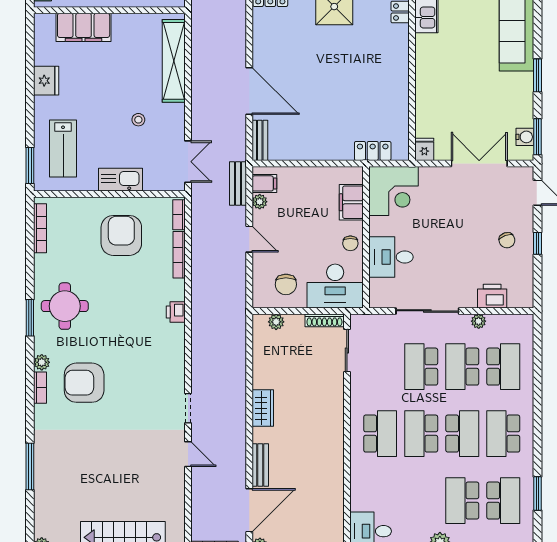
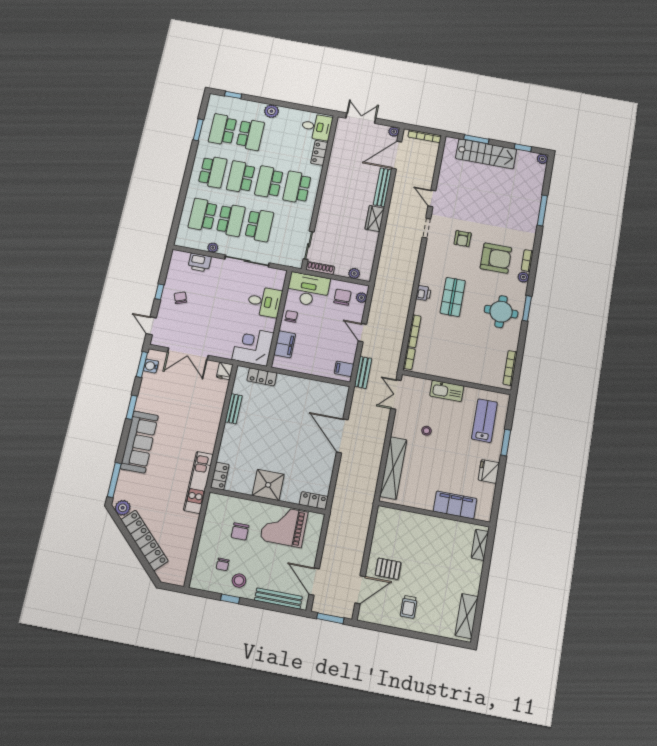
bench: (260, 140) -> (234, 409), moved
window: (30, 166) -> (506, 443), moved
plant: (260, 202) -> (361, 298), moved
armchair: (121, 235) -> (463, 239), moved, width x0.53, depth x0.53
shop shelf: (135, 314) -> (453, 297), added
school desk: (421, 434) -> (269, 182), turned 180
bench: (260, 465) -> (383, 187), width x1.36
locker: (359, 492) -> (319, 153), added

